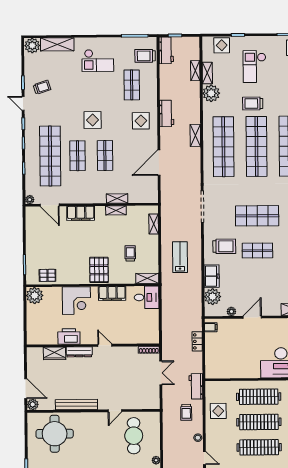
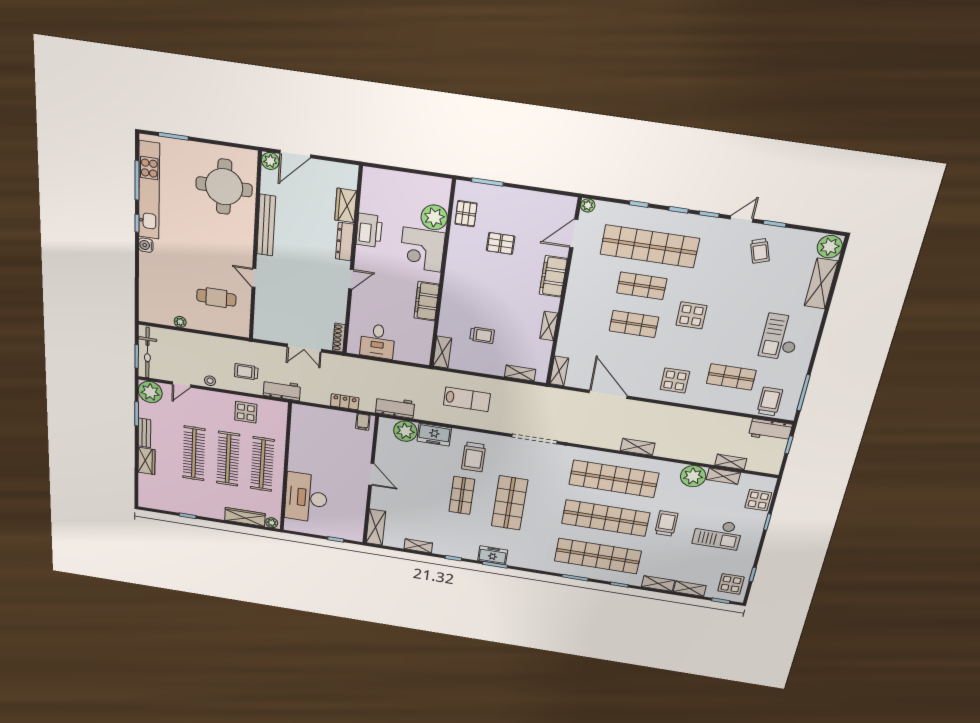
checkout: (254, 67) -> (718, 534), turned 180
workbench: (167, 113) -> (395, 407), moved, turned 180
shelving: (117, 198) -> (559, 371), moved
pallet: (99, 270) -> (501, 243), moved, width x0.67, depth x0.71
plant: (35, 296) -> (434, 217), moved
desk: (147, 297) -> (378, 341), moved
plant: (231, 311) -> (382, 451), removed
cafe table: (134, 436) -> (216, 298), width x0.73, depth x0.74

